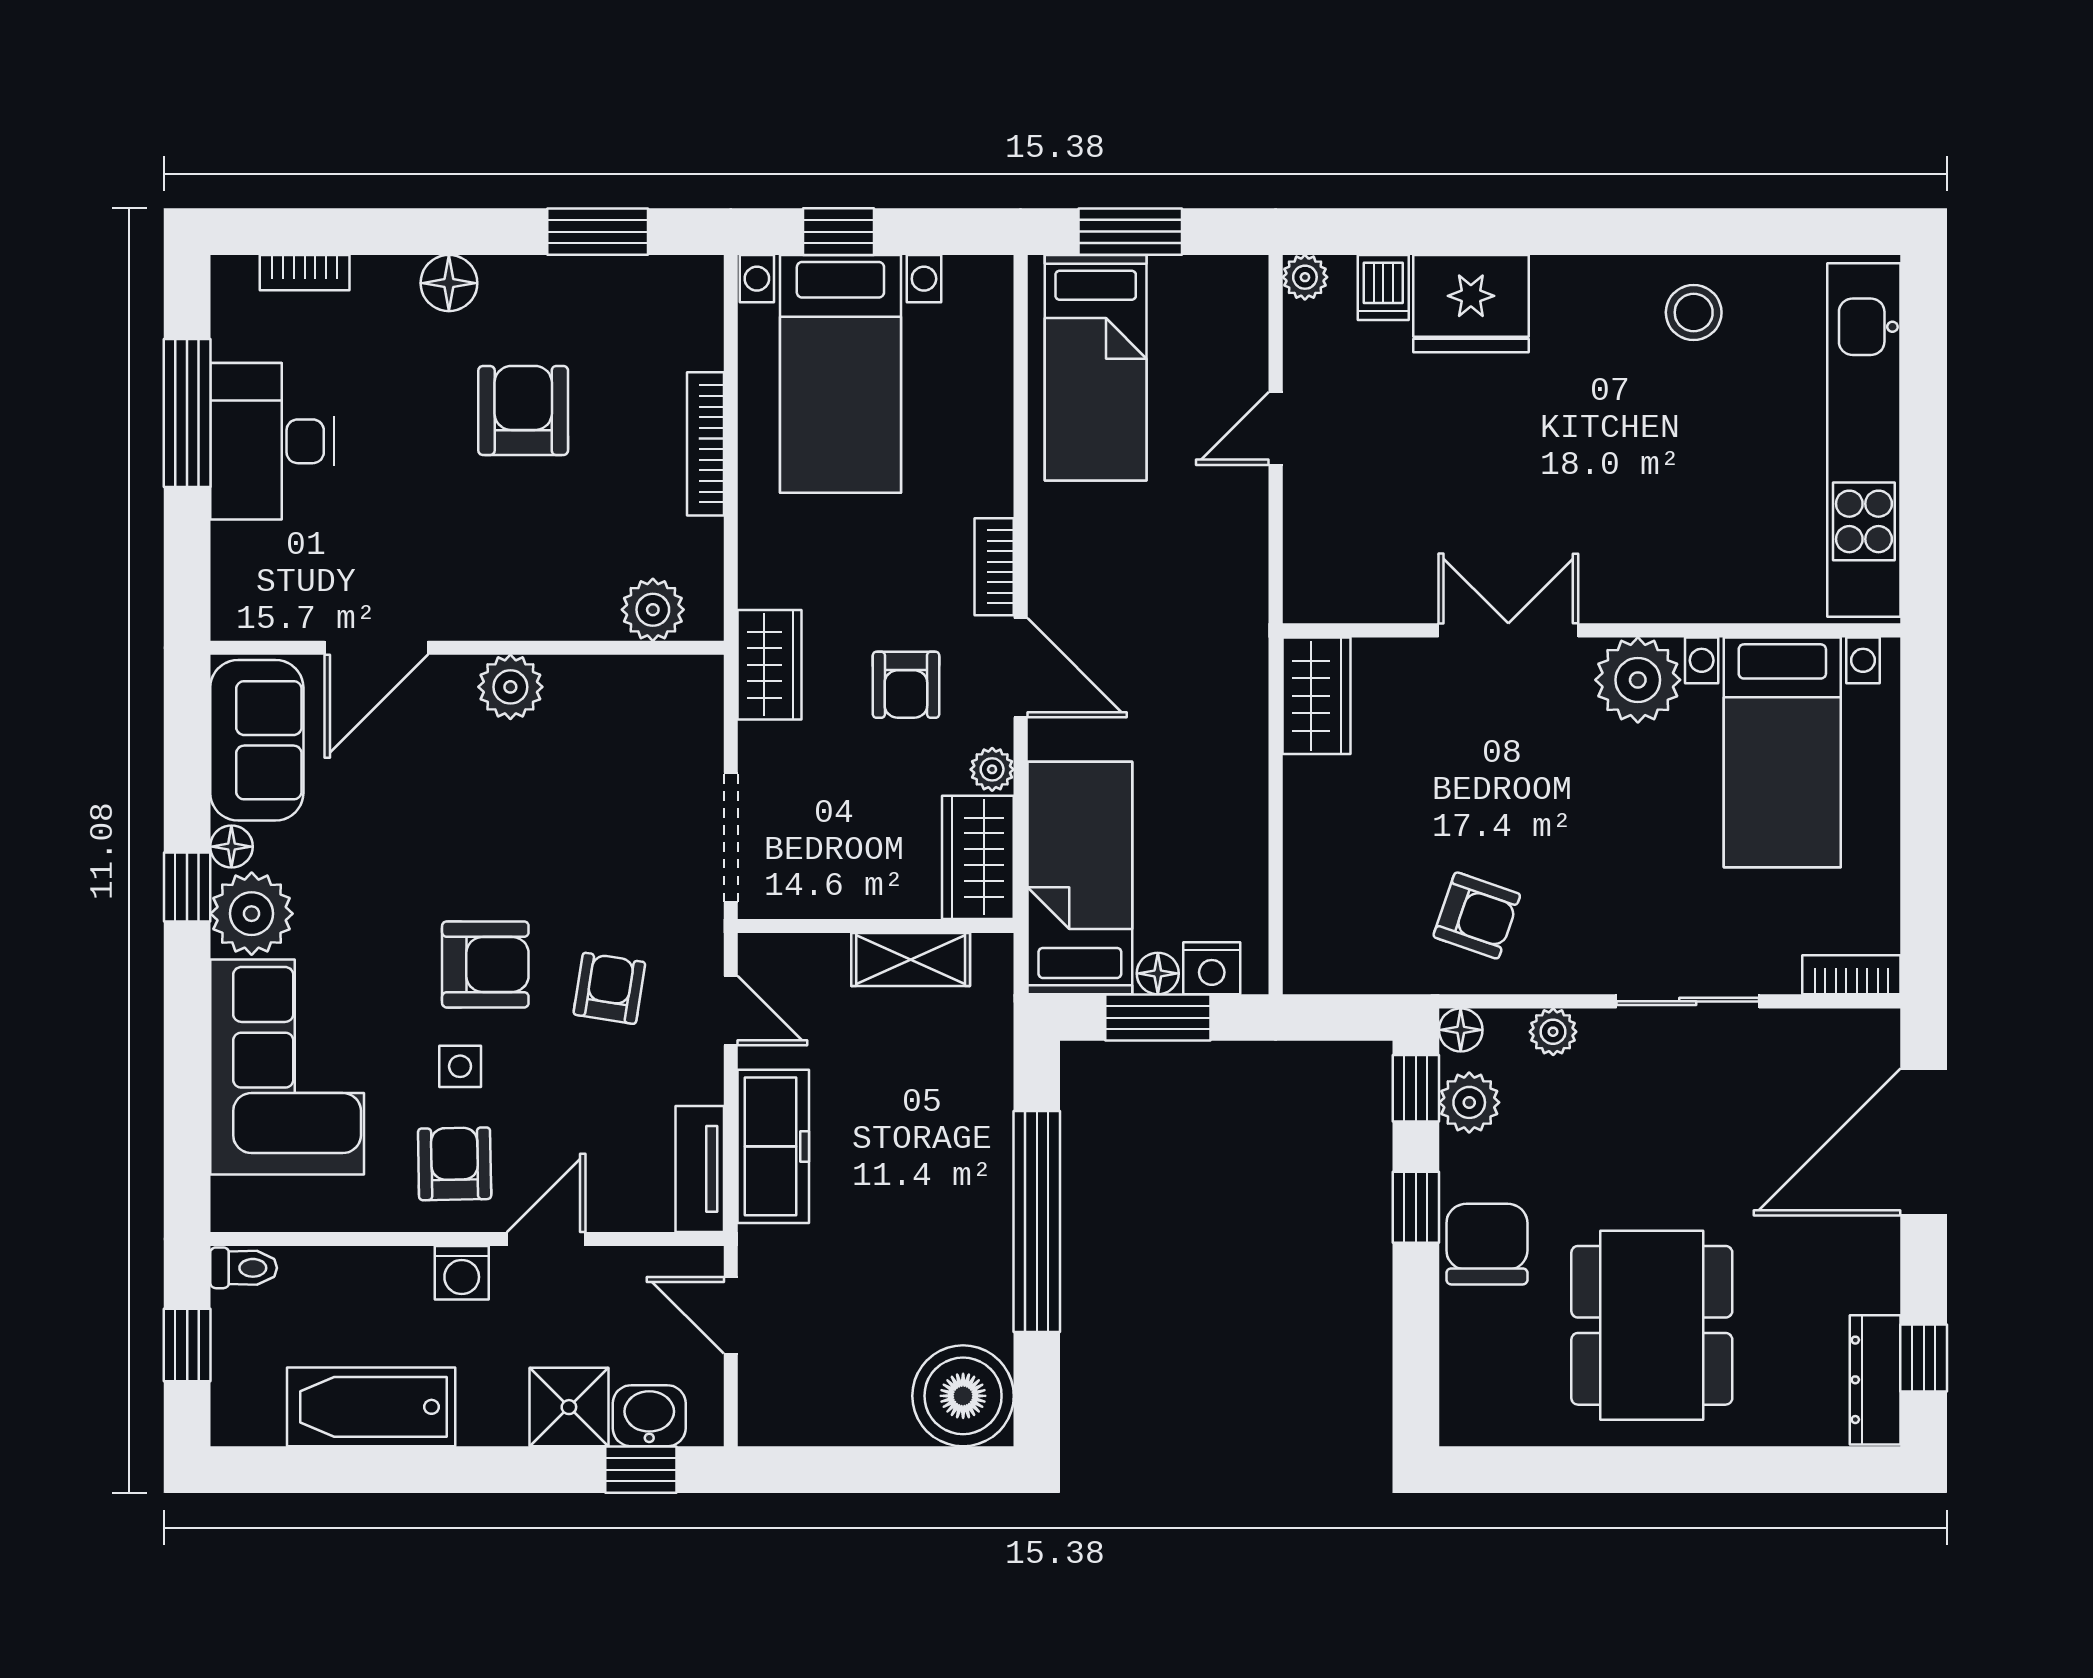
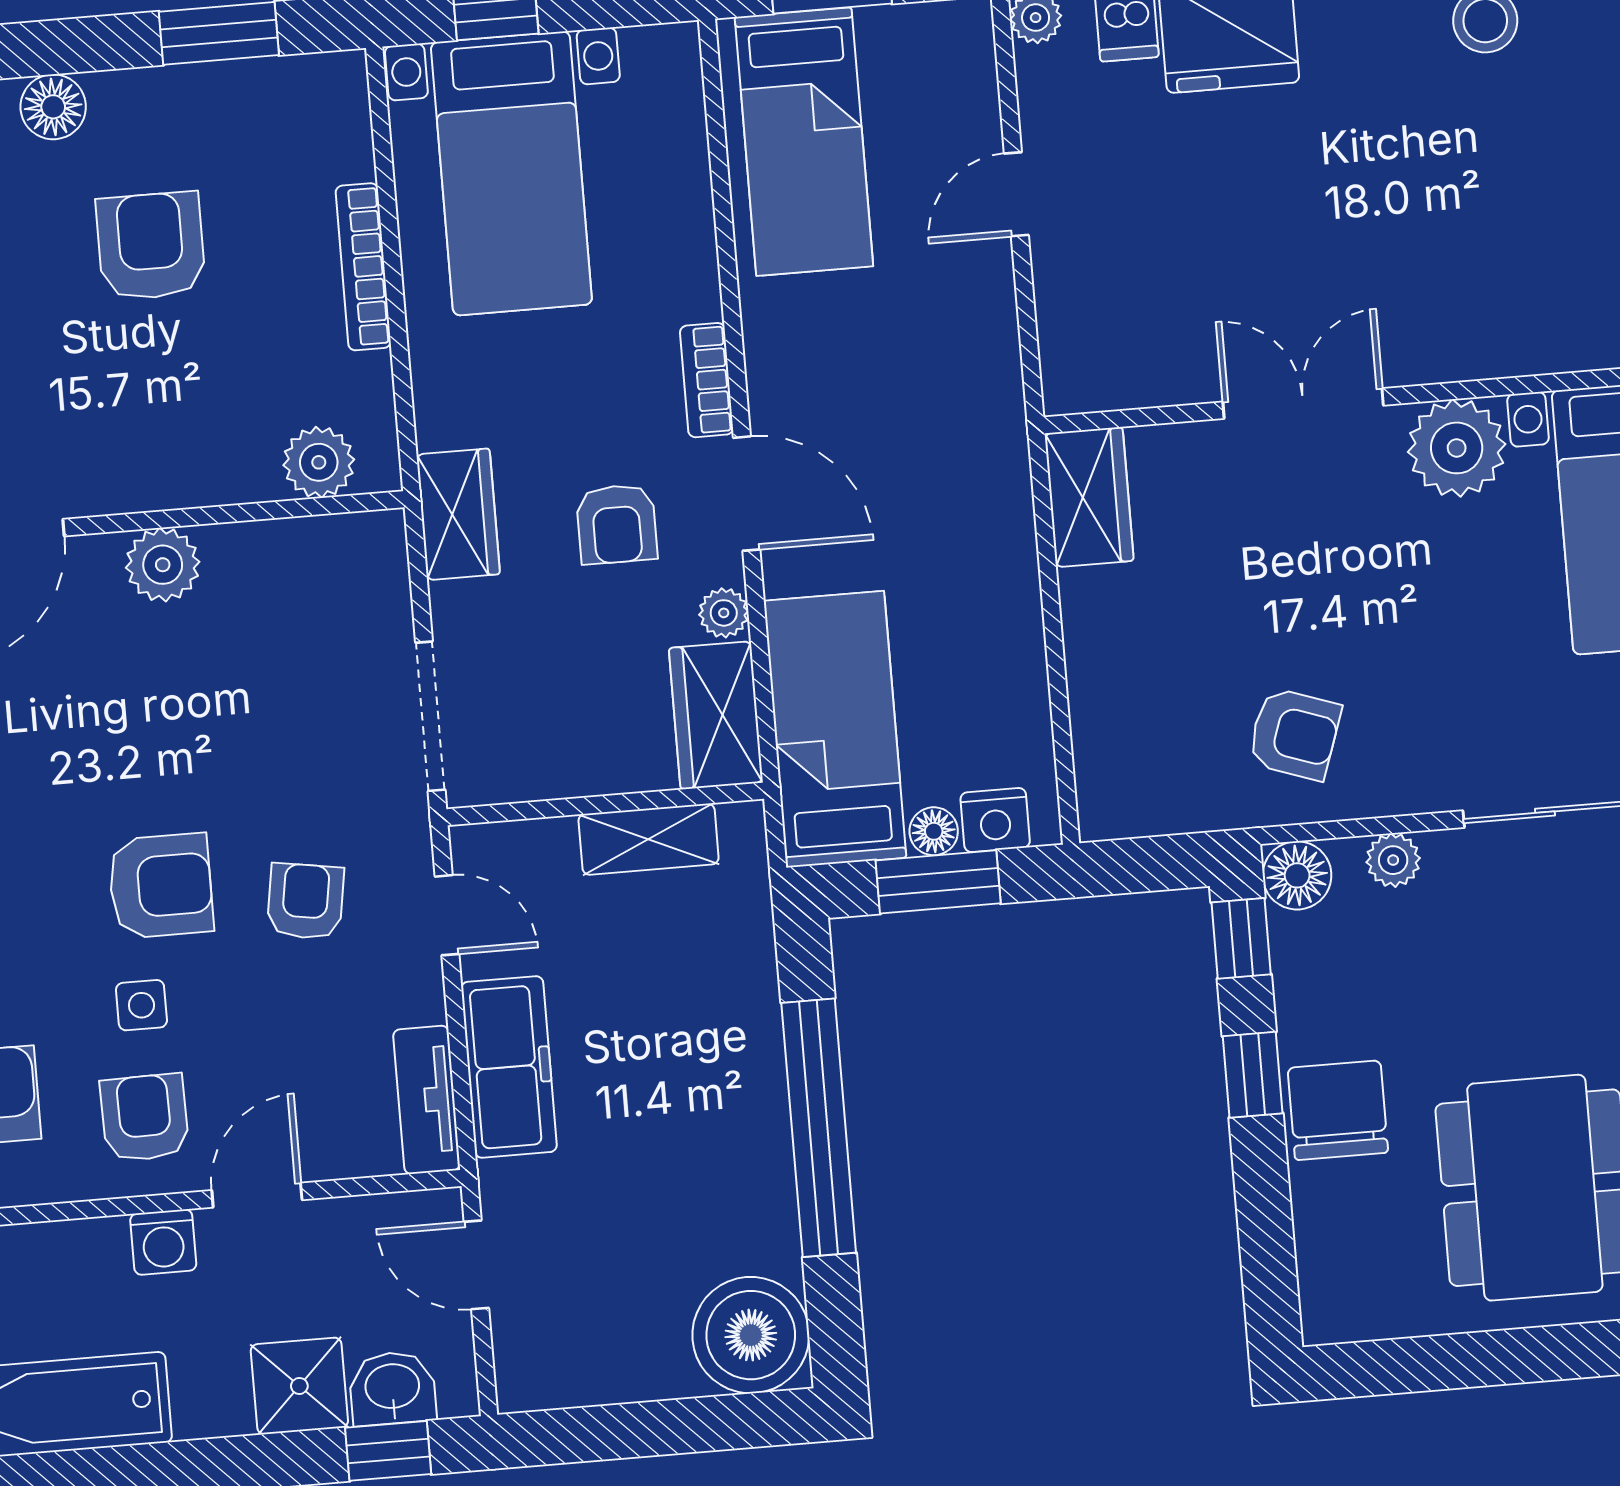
floor lamp: (1461, 1030) -> (1297, 875), width x1.37, depth x1.37
plant: (1469, 1102) -> (1304, 949), removed

